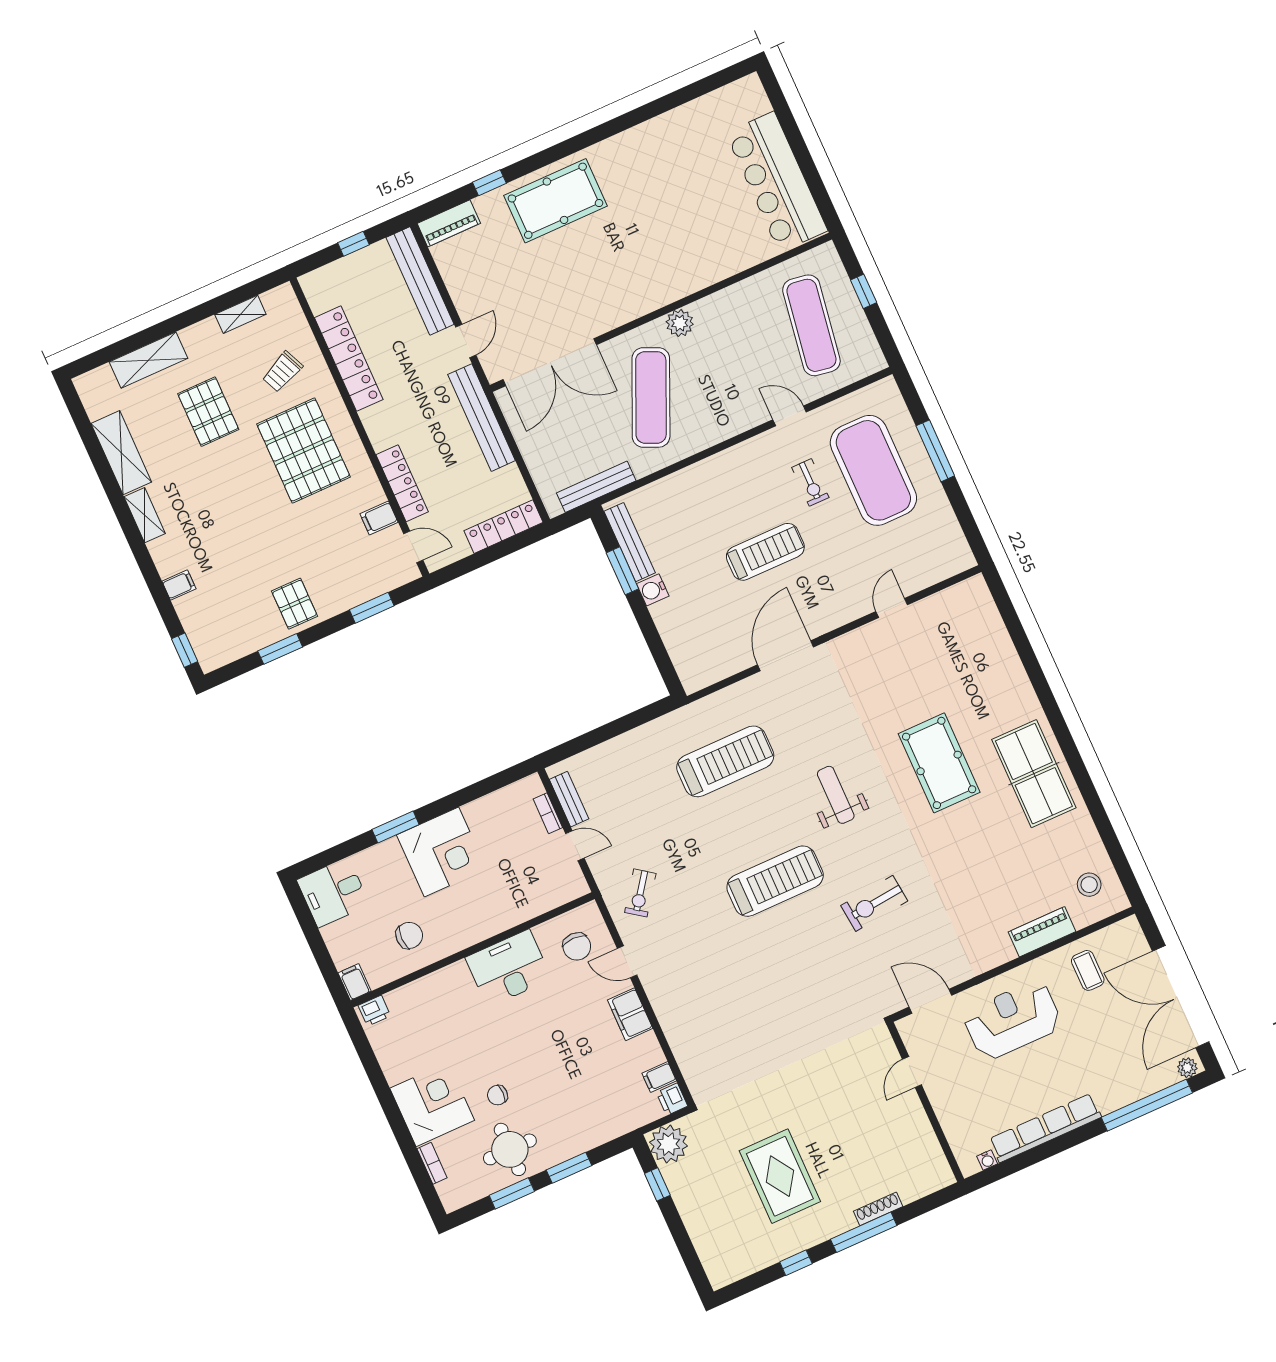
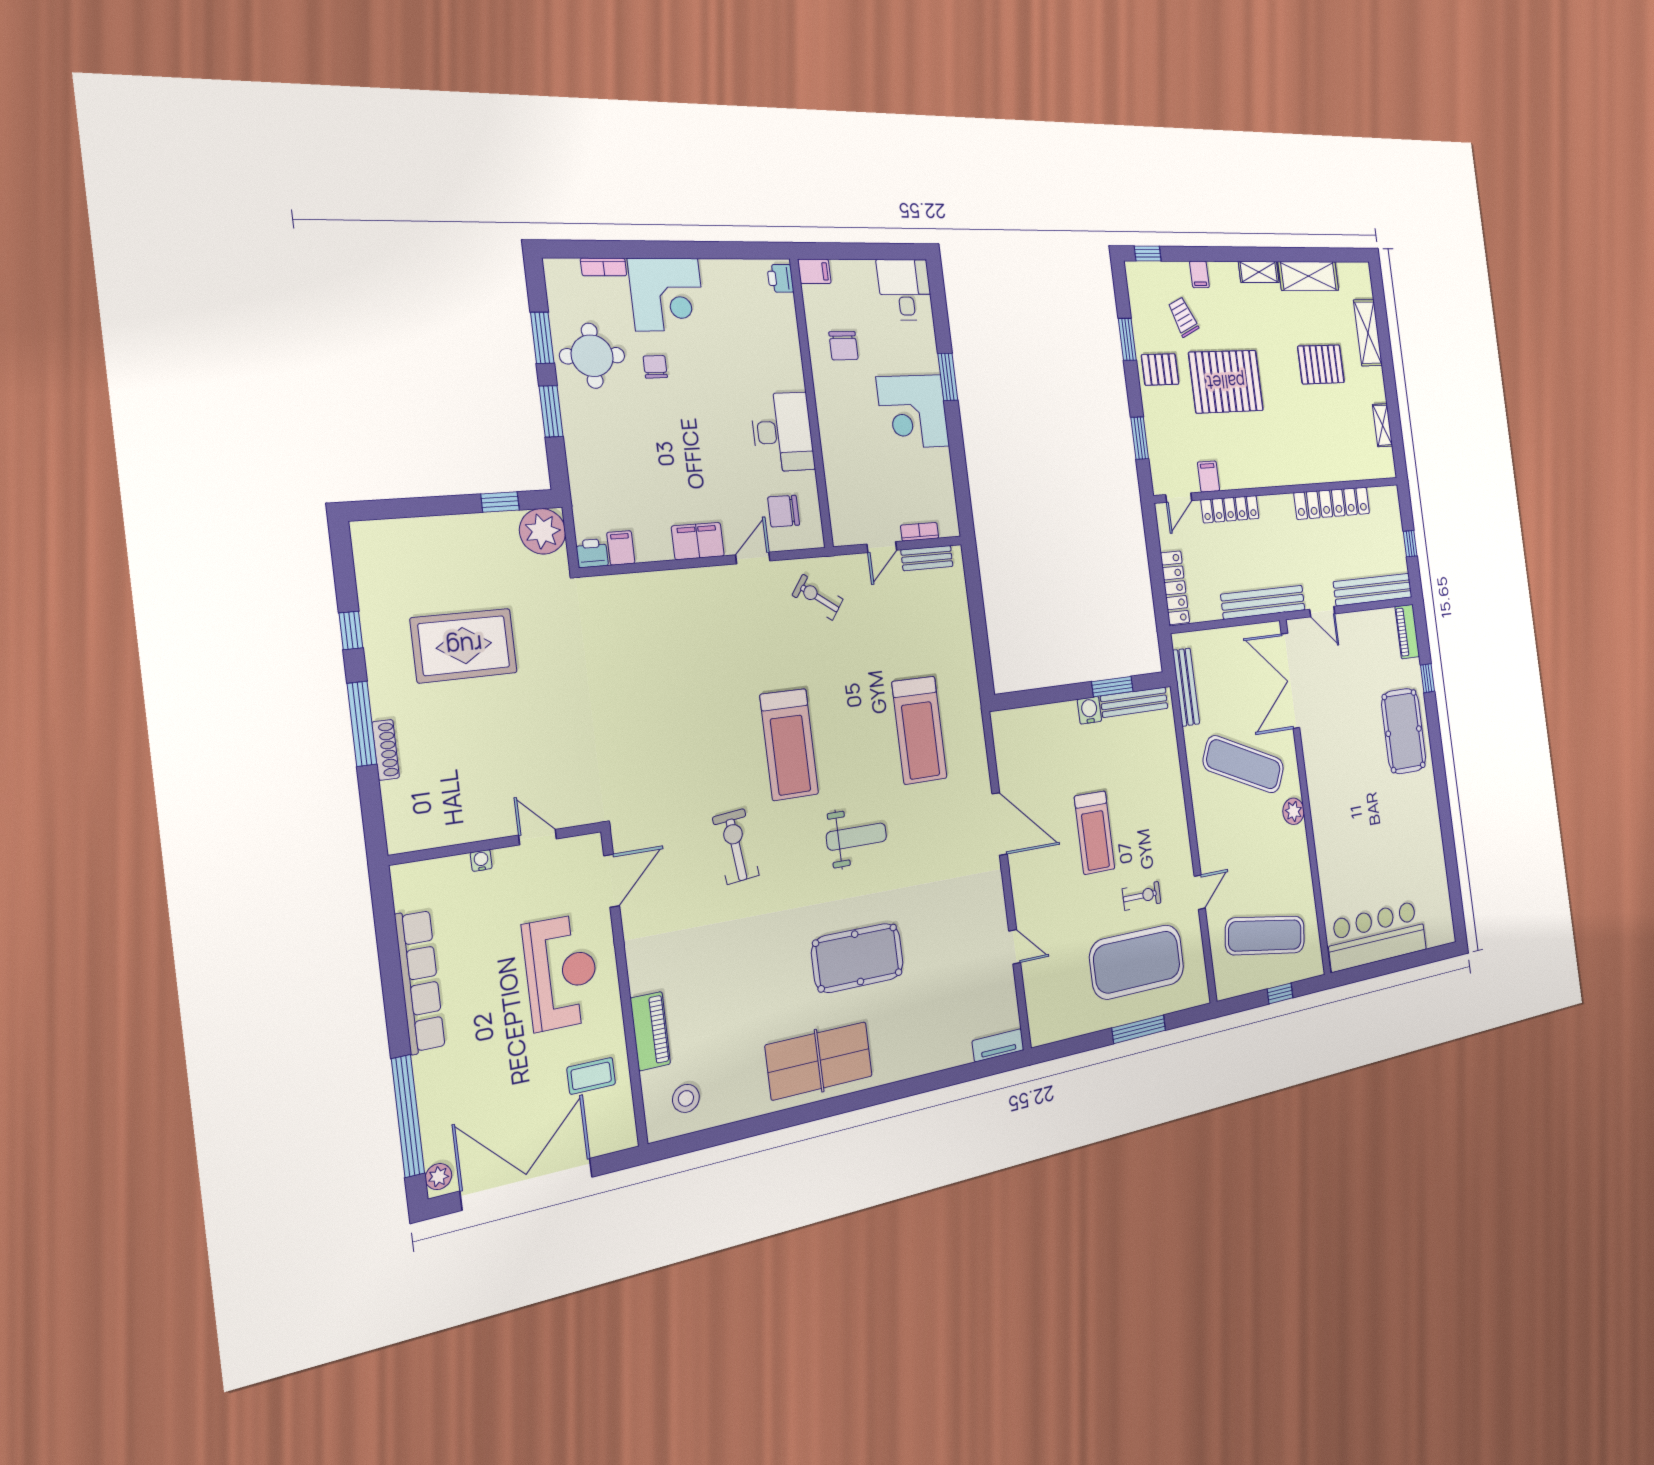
trolley: (282, 372) -> (1183, 317), moved
pallet: (304, 451) -> (1226, 382), moved
exercise bike: (810, 482) -> (1142, 896), turned 180
tv unit: (983, 600) -> (998, 1045), added
water cooler: (987, 1160) -> (481, 860), moved, turned 90

